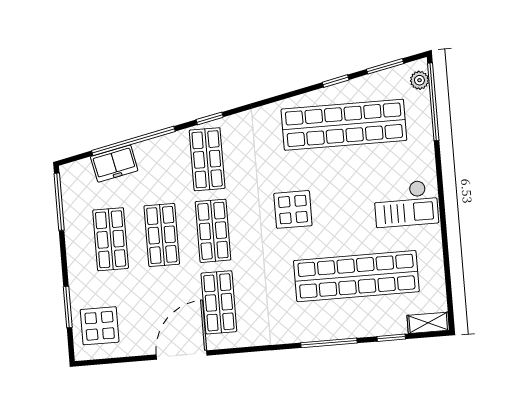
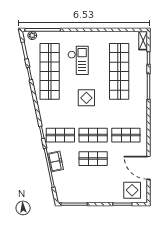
freezer: (114, 164) -> (55, 161), moved
checkout: (406, 204) -> (78, 60), moved
shop shelf: (111, 239) -> (93, 182), removed
door: (182, 355) -> (148, 168), moved

